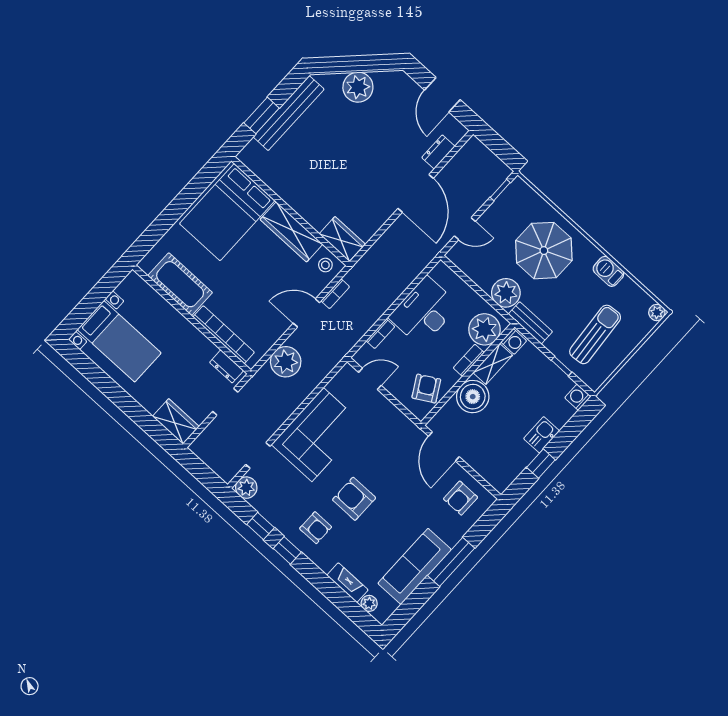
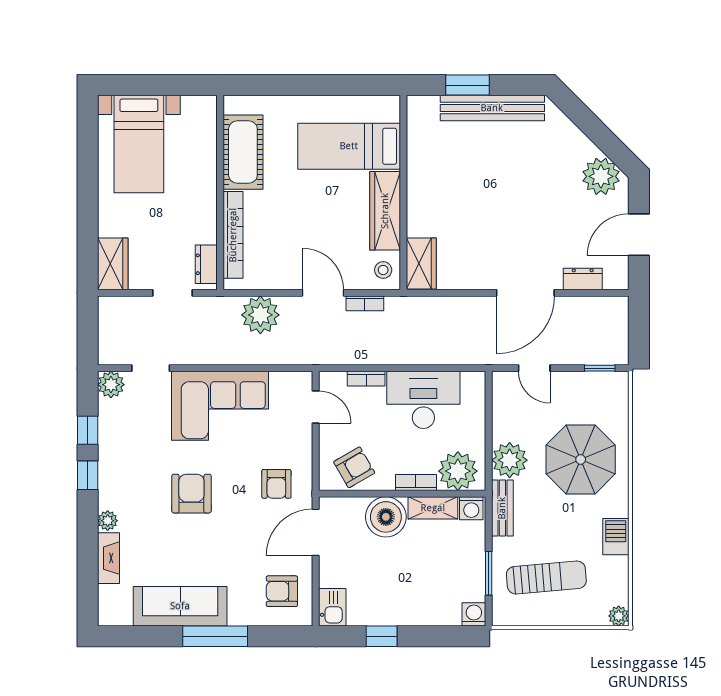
plant: (358, 87) -> (601, 176), moved
bed: (227, 212) -> (349, 146), width x0.67
window: (562, 366) -> (489, 573), width x1.50
kitchen sink: (542, 435) -> (332, 607), moved, turned 90
armchair: (316, 528) -> (276, 484), moved
plant: (369, 603) -> (108, 521), moved

